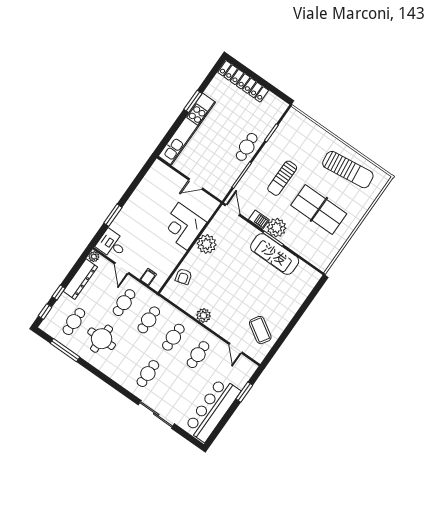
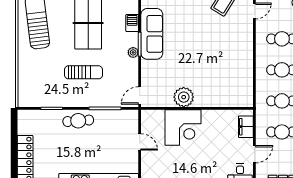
barbecue: (259, 220) -> (132, 23), moved
plant: (277, 228) -> (133, 52), width x0.53, depth x0.53
armchair: (184, 276) -> (225, 97), removed
filing cabinet: (148, 277) -> (246, 127), width x2.00
plant: (204, 315) -> (246, 57), removed

